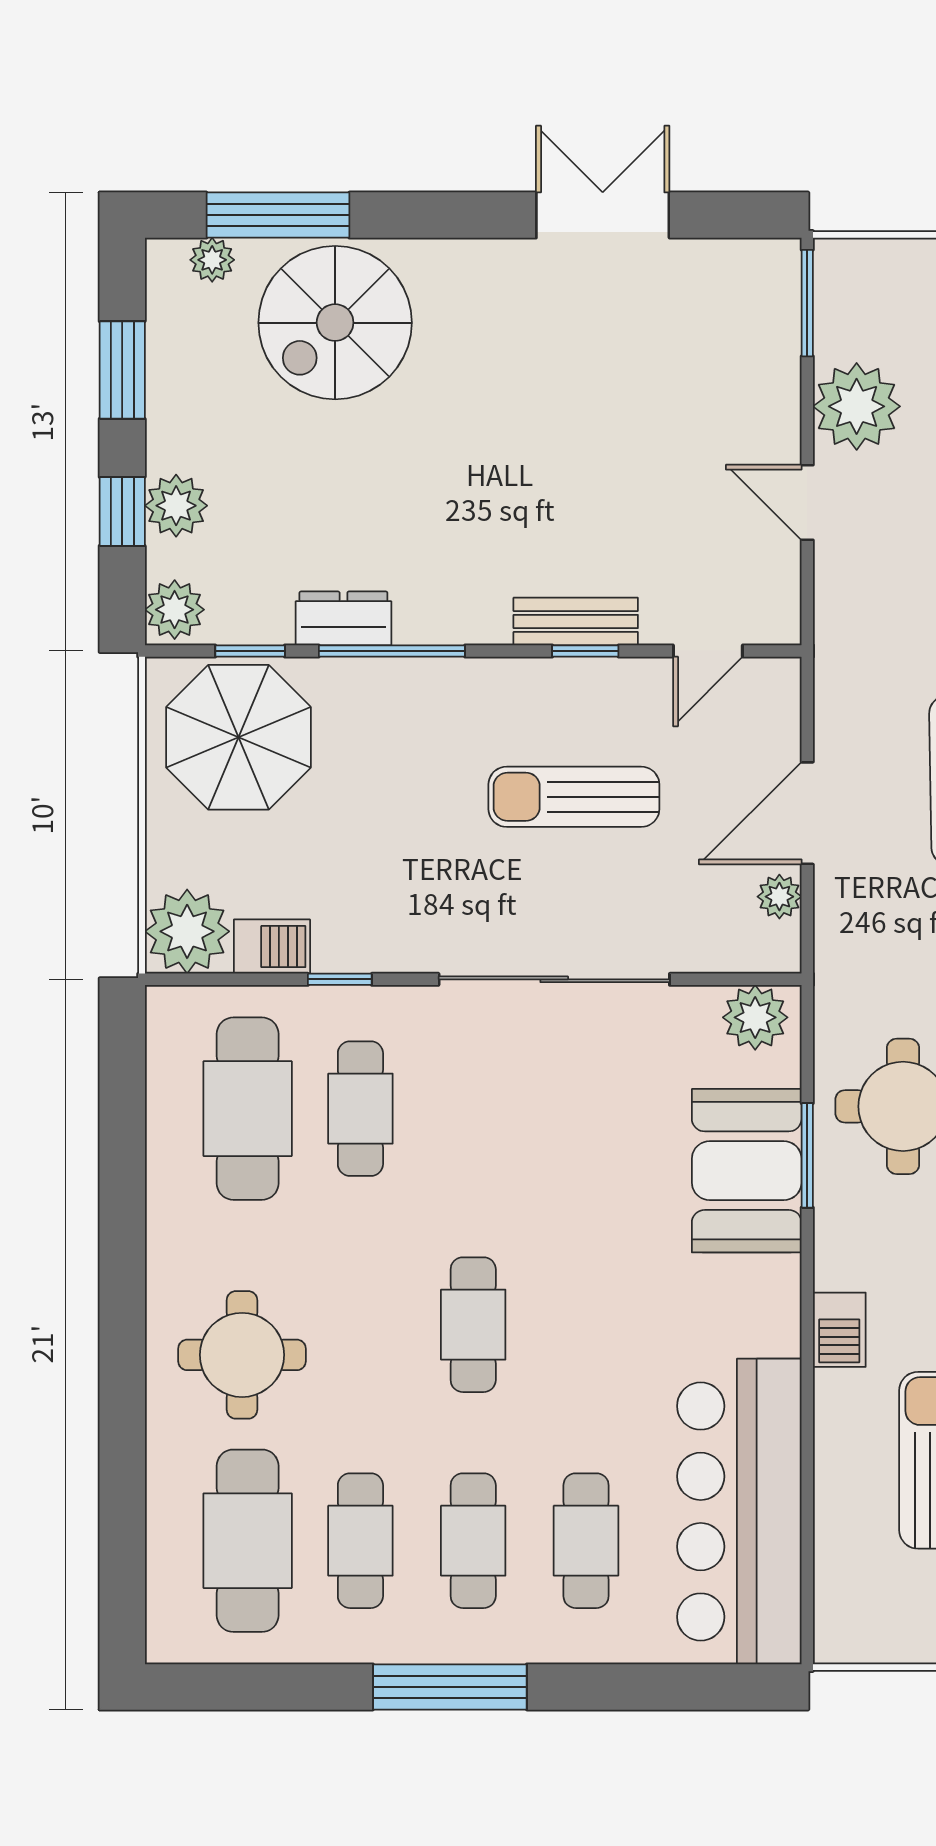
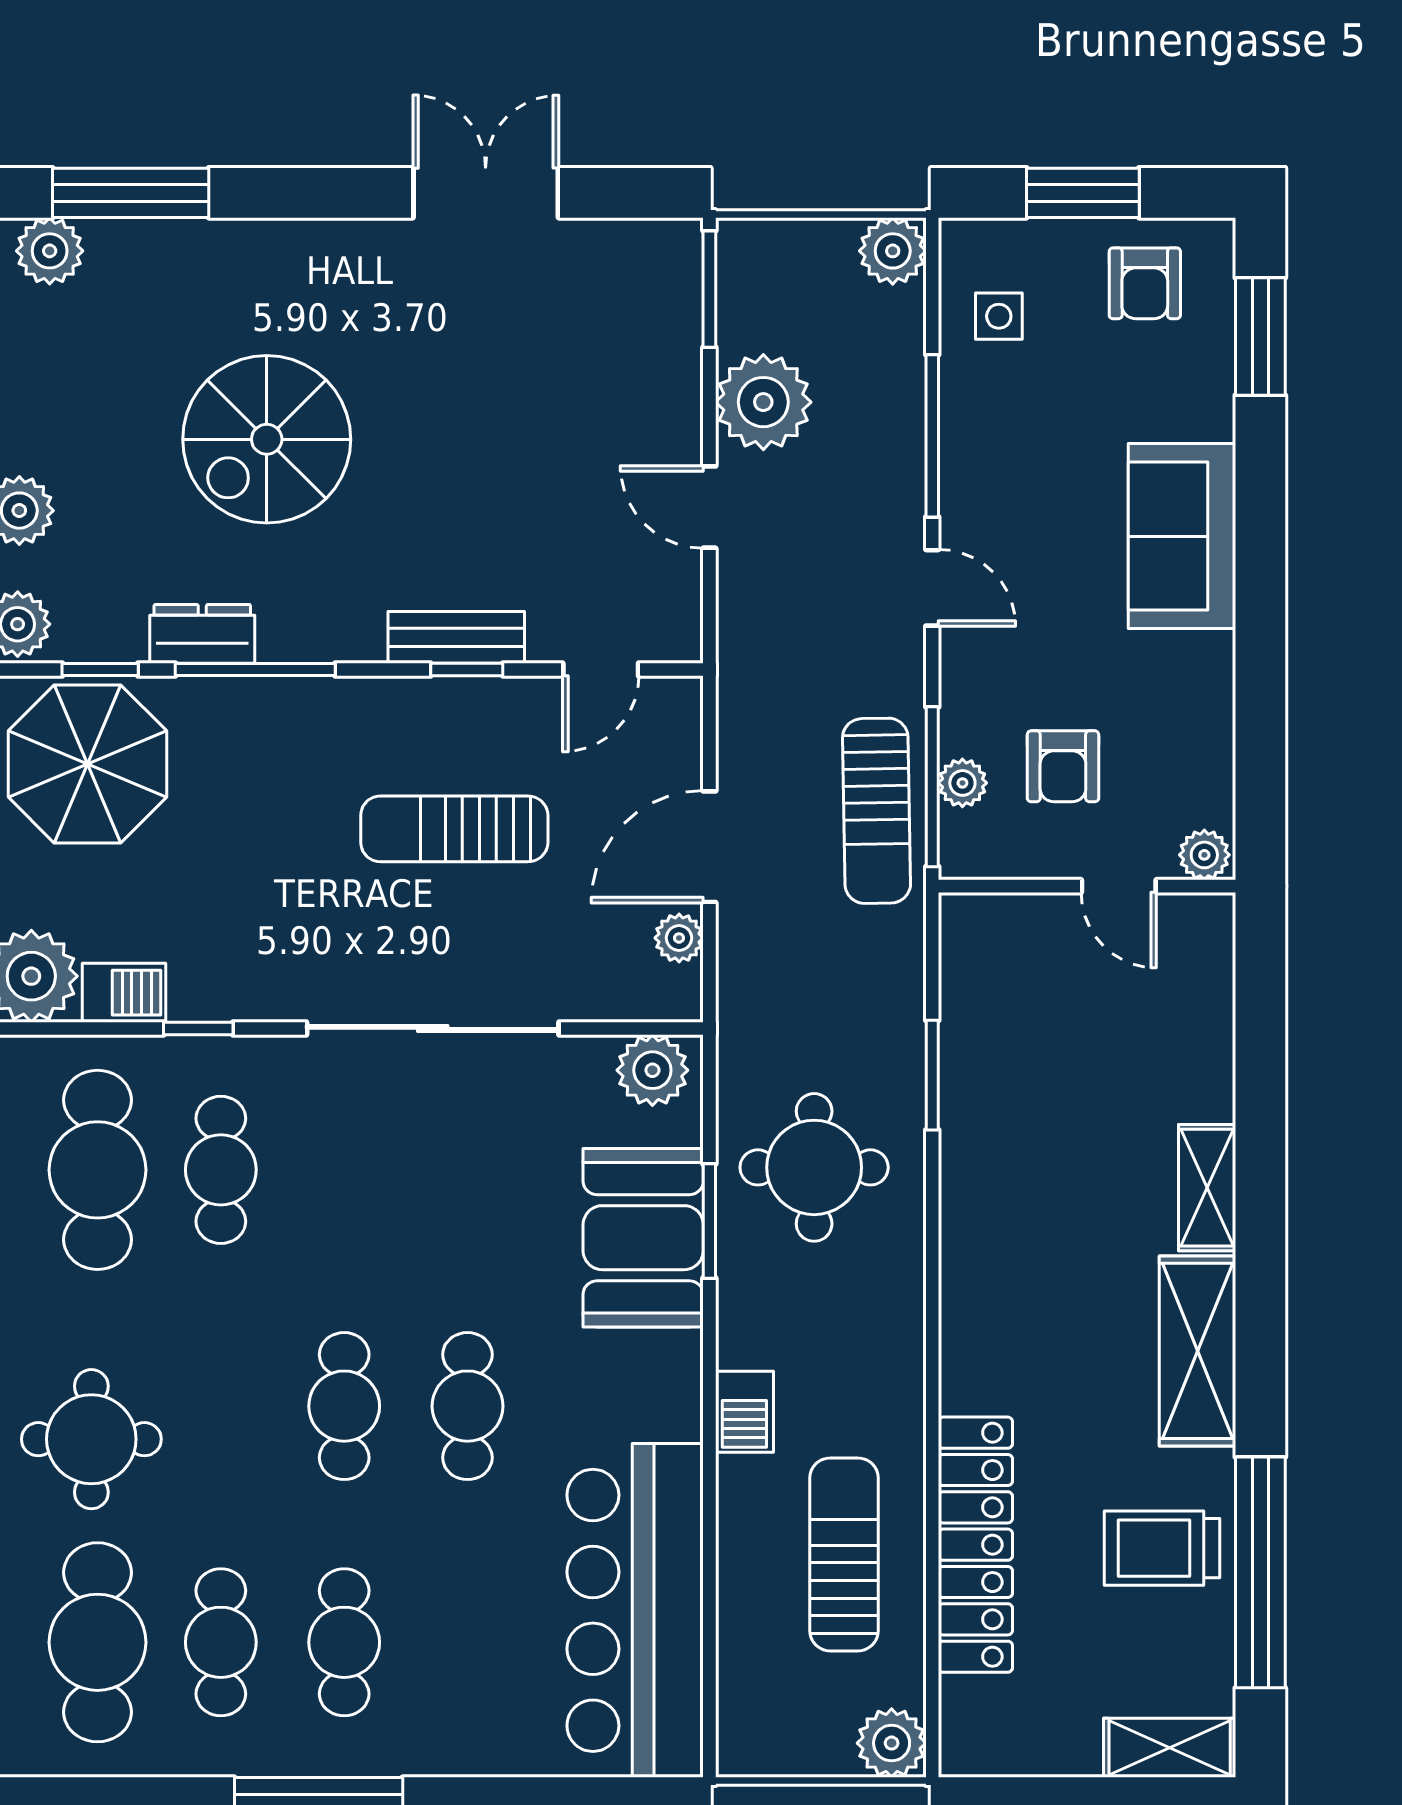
plant: (212, 260) -> (50, 251), width x1.38, depth x1.38
spiral stairs: (335, 323) -> (267, 439), moved
cafe table: (586, 1541) -> (467, 1406), moved

